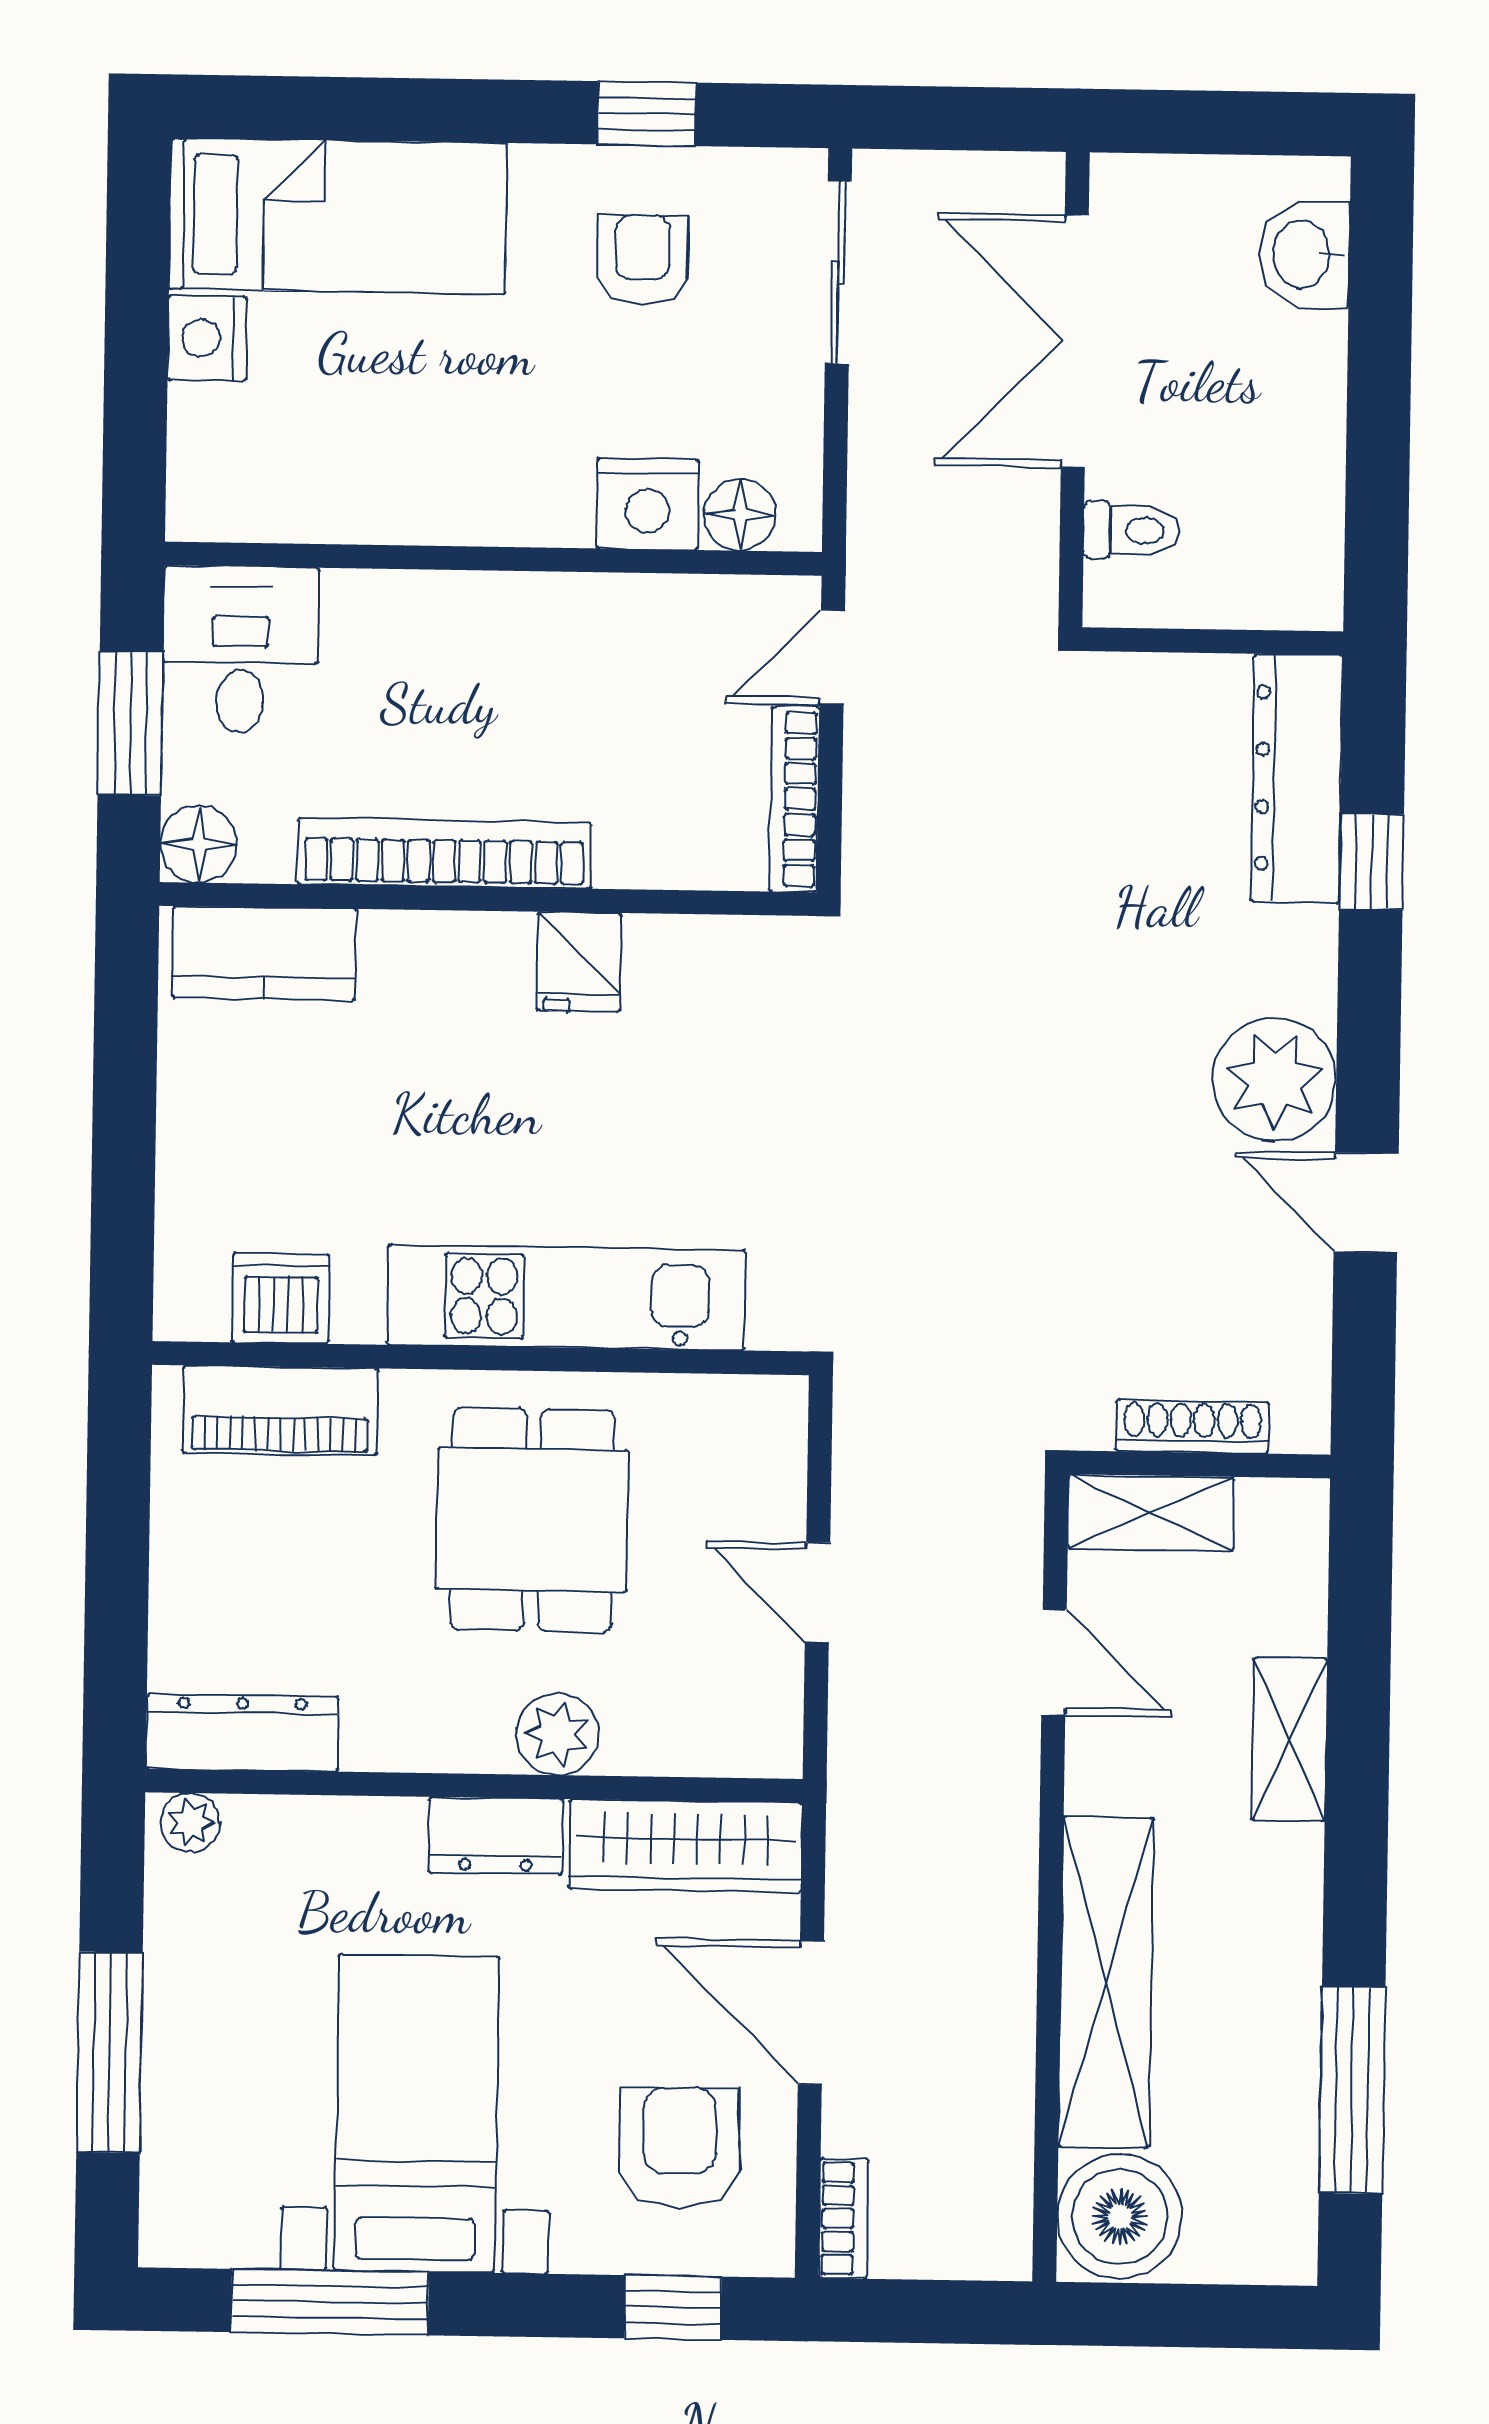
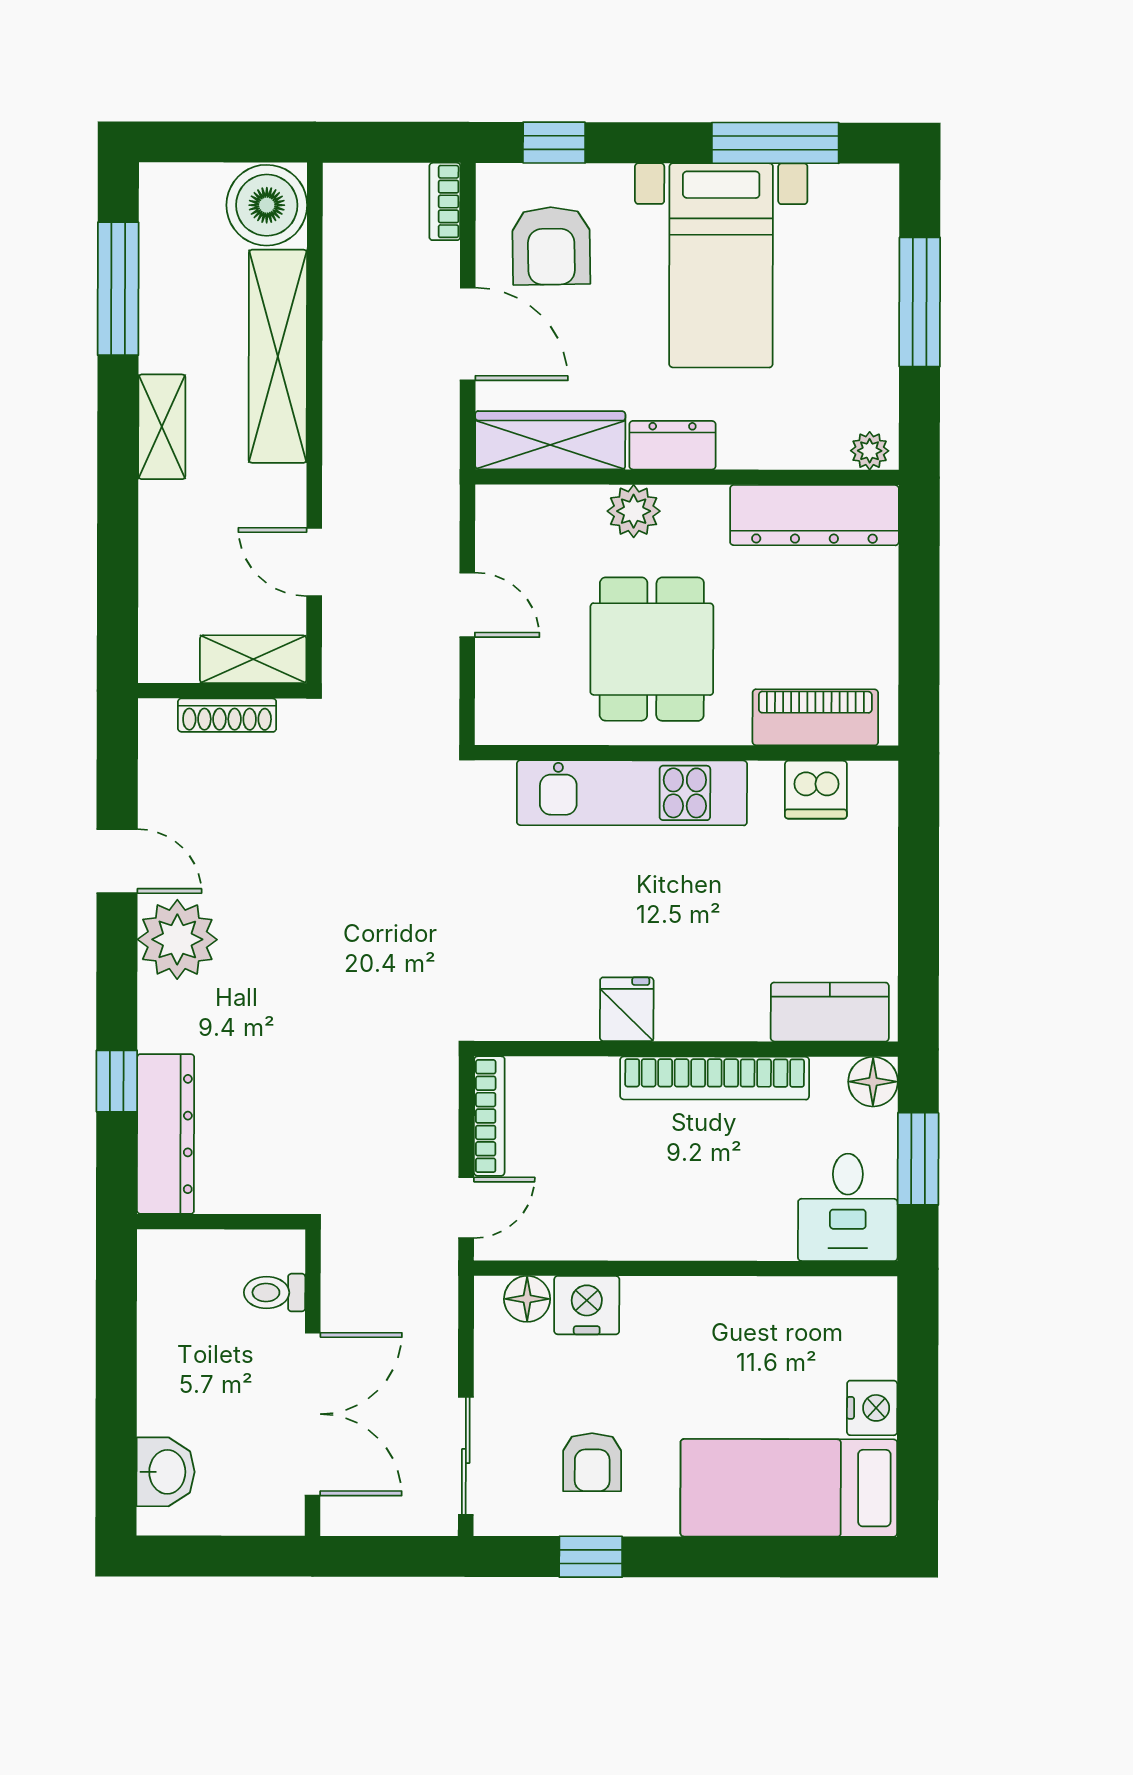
dresser: (242, 1733) -> (814, 515), width x1.37, depth x1.24
shelving: (1289, 1740) -> (162, 427), moved

